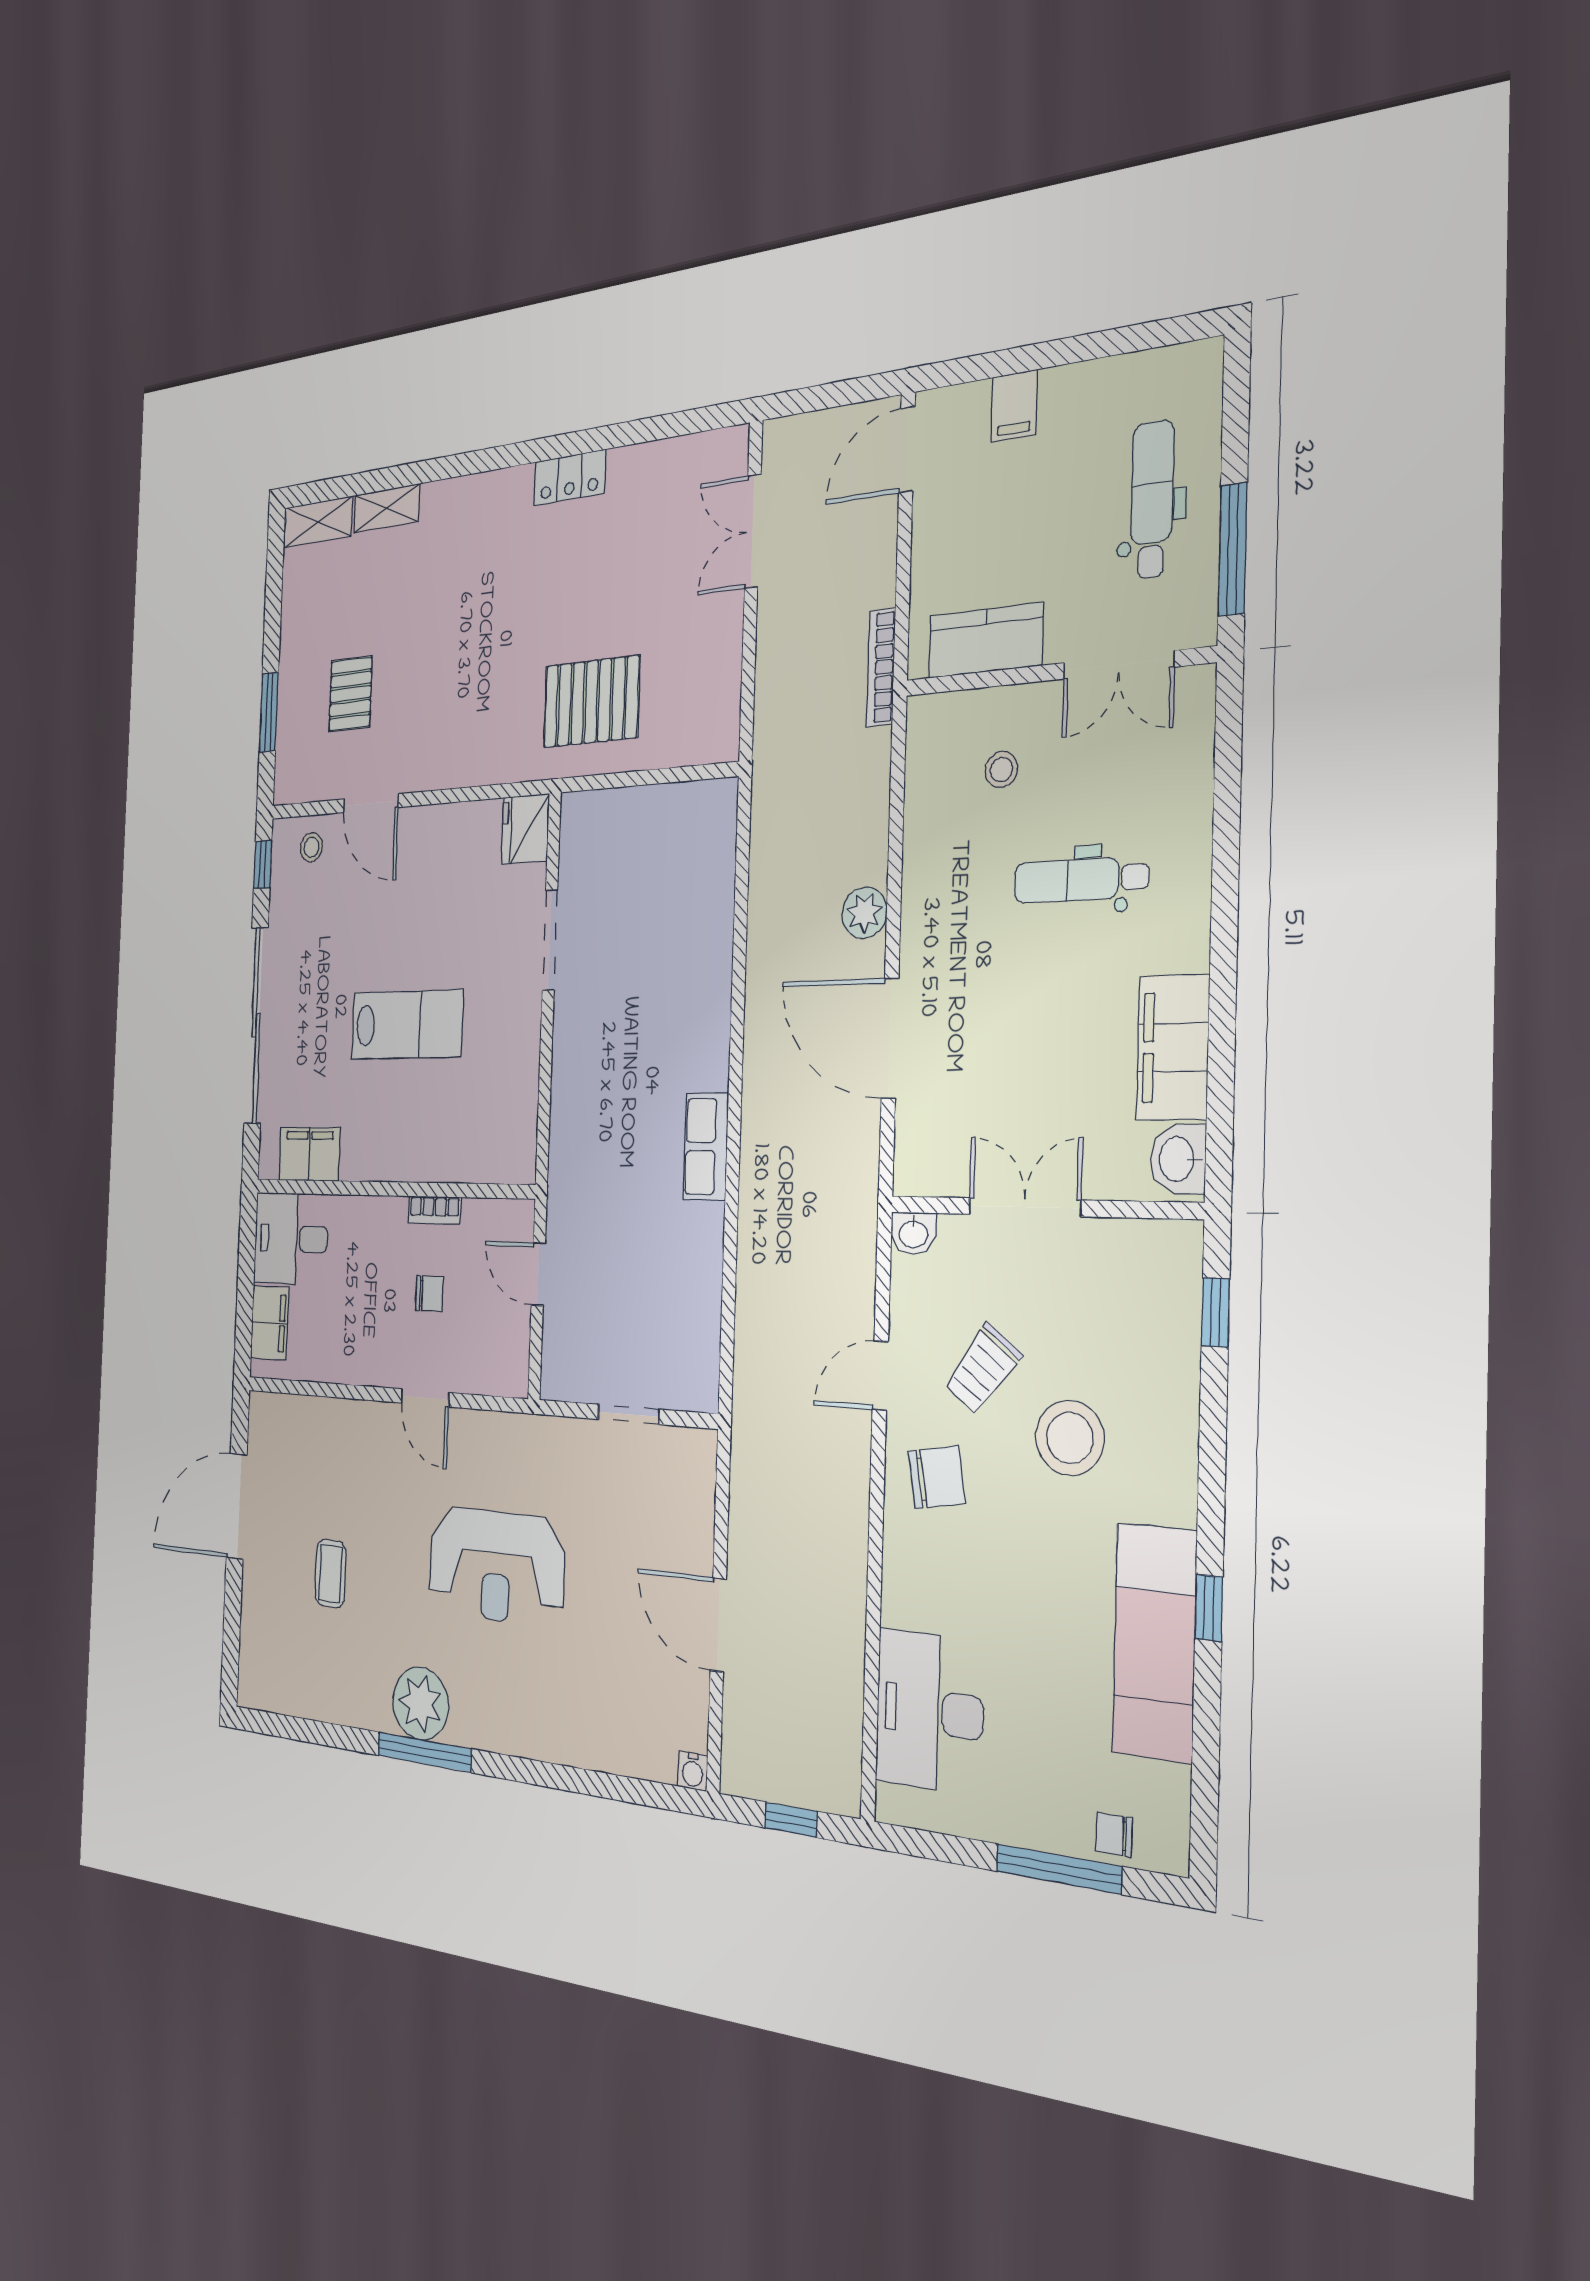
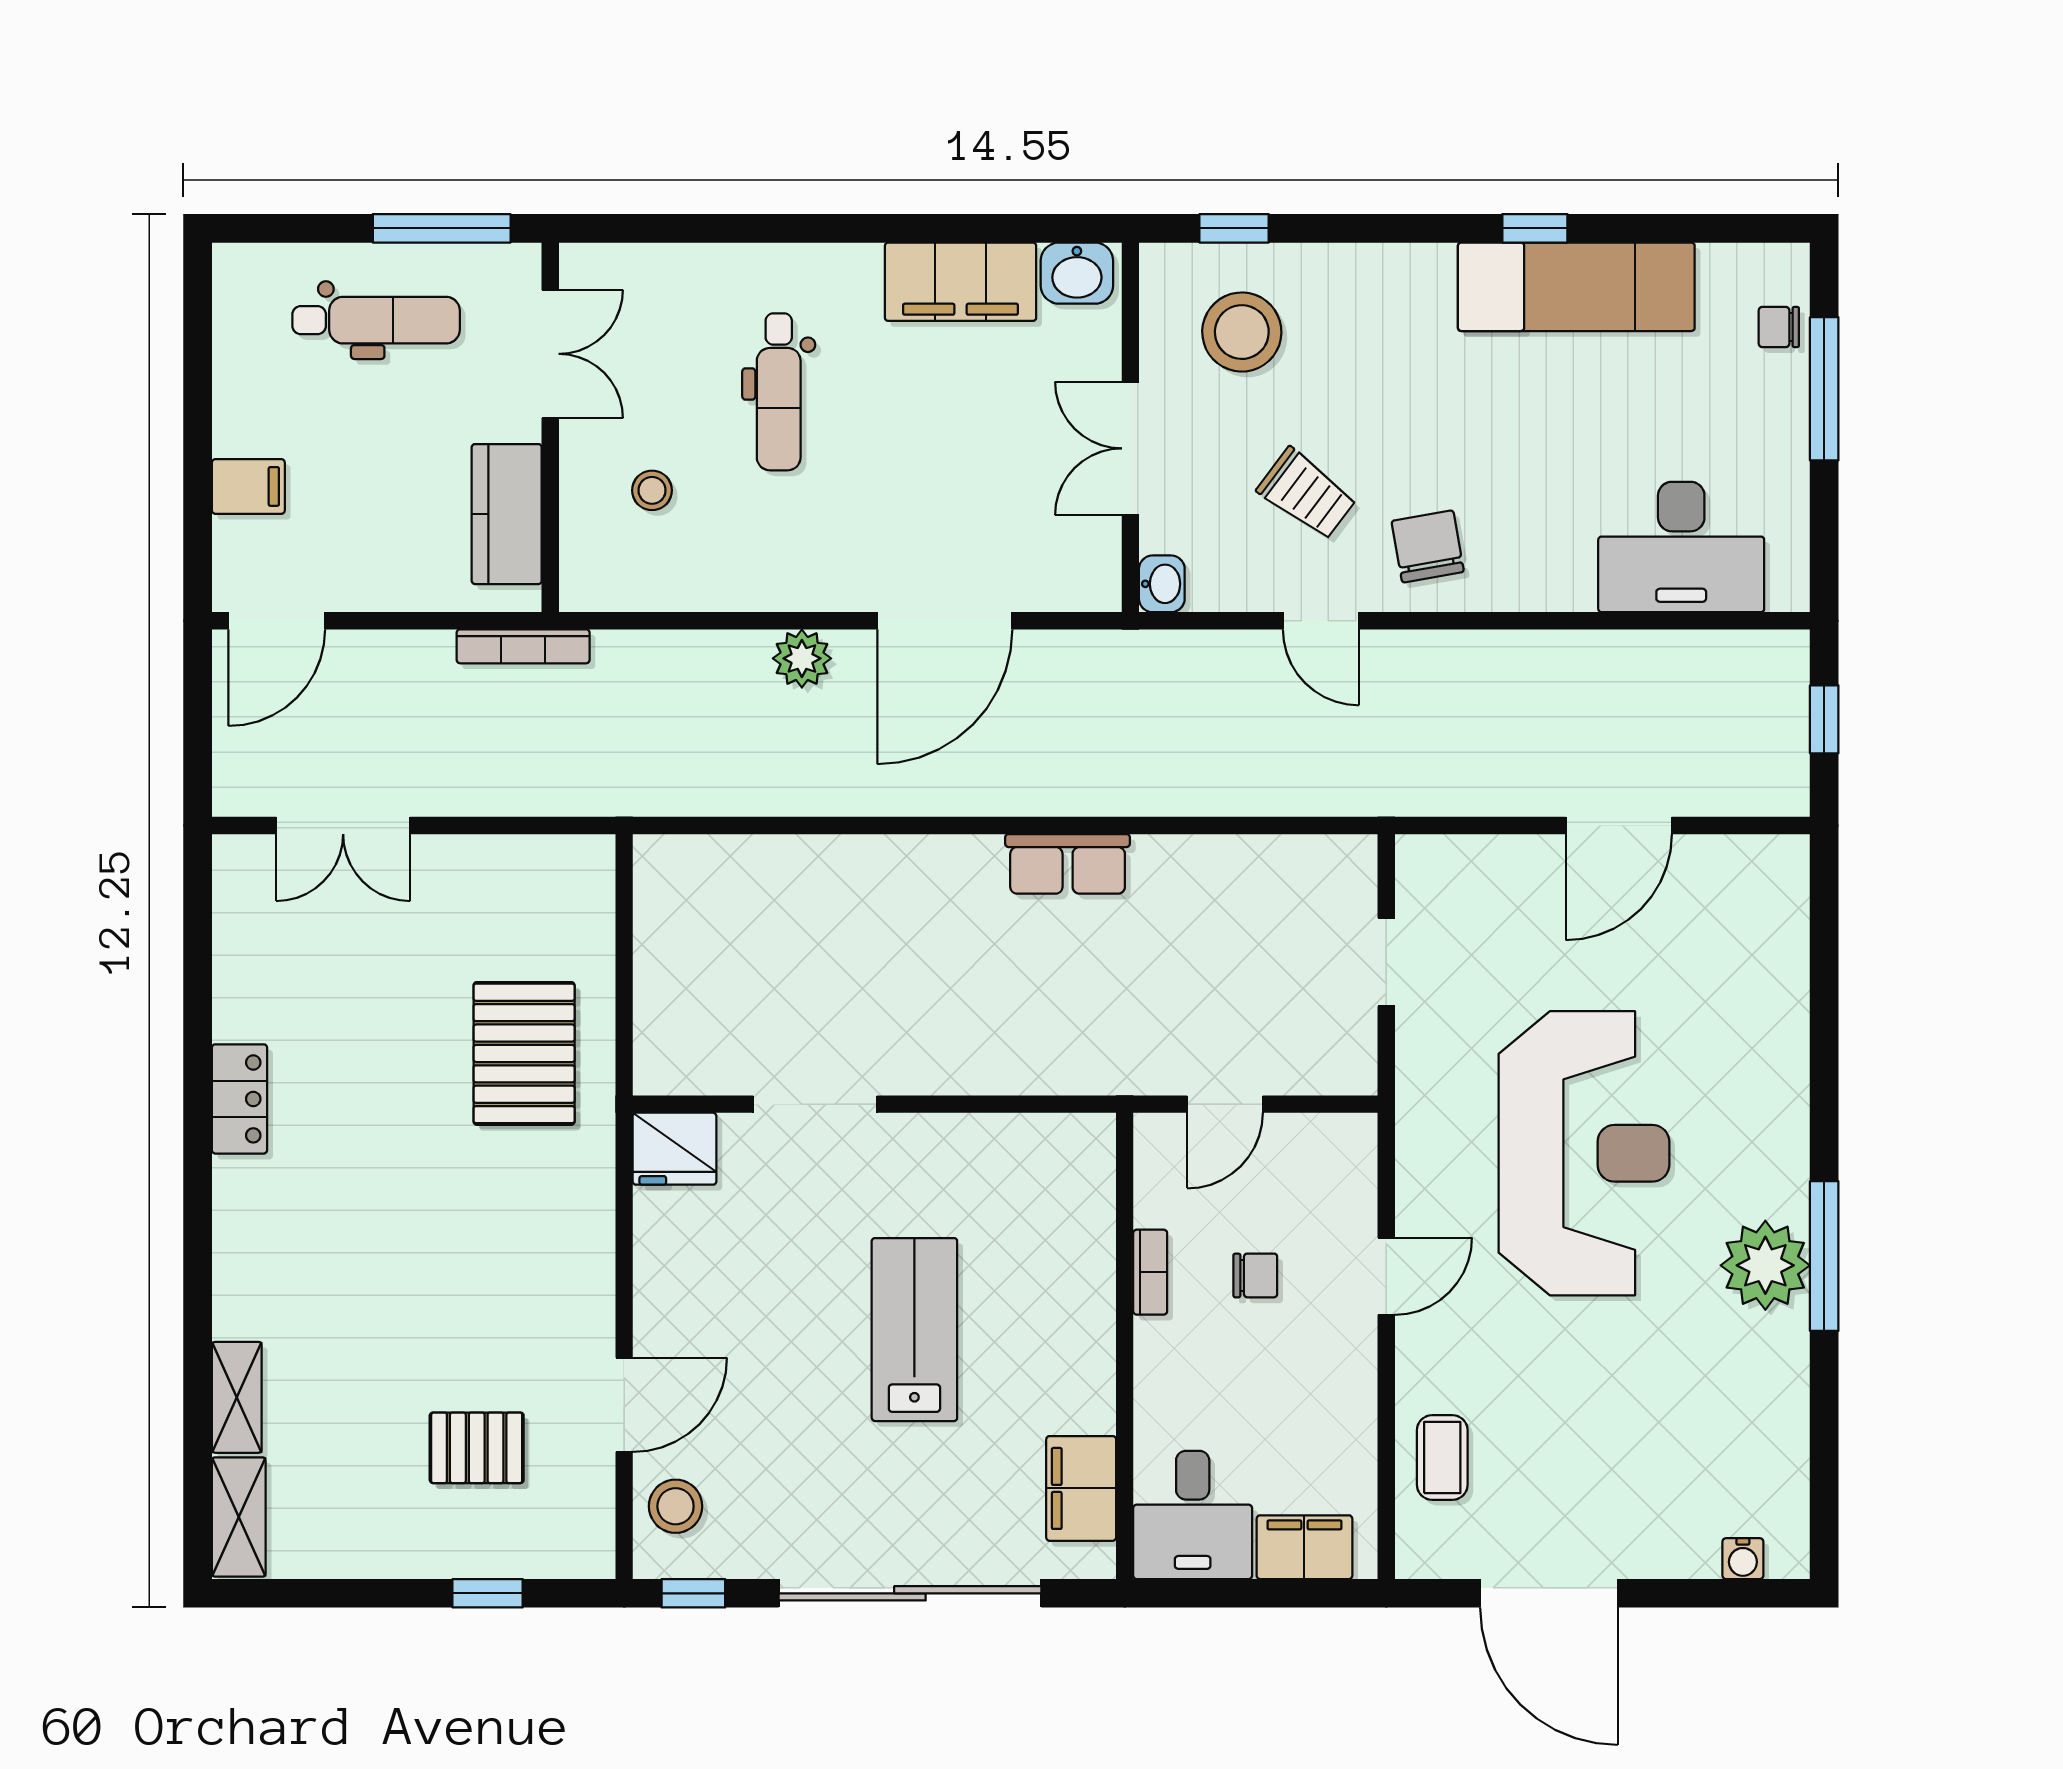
door: (907, 450) -> (277, 621), hinge flipped
dental chair: (1152, 499) -> (376, 320), turned 180
window: (269, 712) -> (488, 1593), width x0.67
stool: (311, 847) -> (676, 1506), width x1.37, depth x1.37
chair: (429, 1293) -> (1255, 1275), turned 90
stool: (1070, 1438) -> (1242, 332), moved
reception desk: (496, 1566) -> (1584, 1153), width x1.36, depth x1.30
coffee table: (330, 1574) -> (1442, 1457), moved, turned 90
water cooler: (693, 1771) -> (1743, 1559), moved, turned 90
chair: (1114, 1835) -> (1779, 327), turned 90

